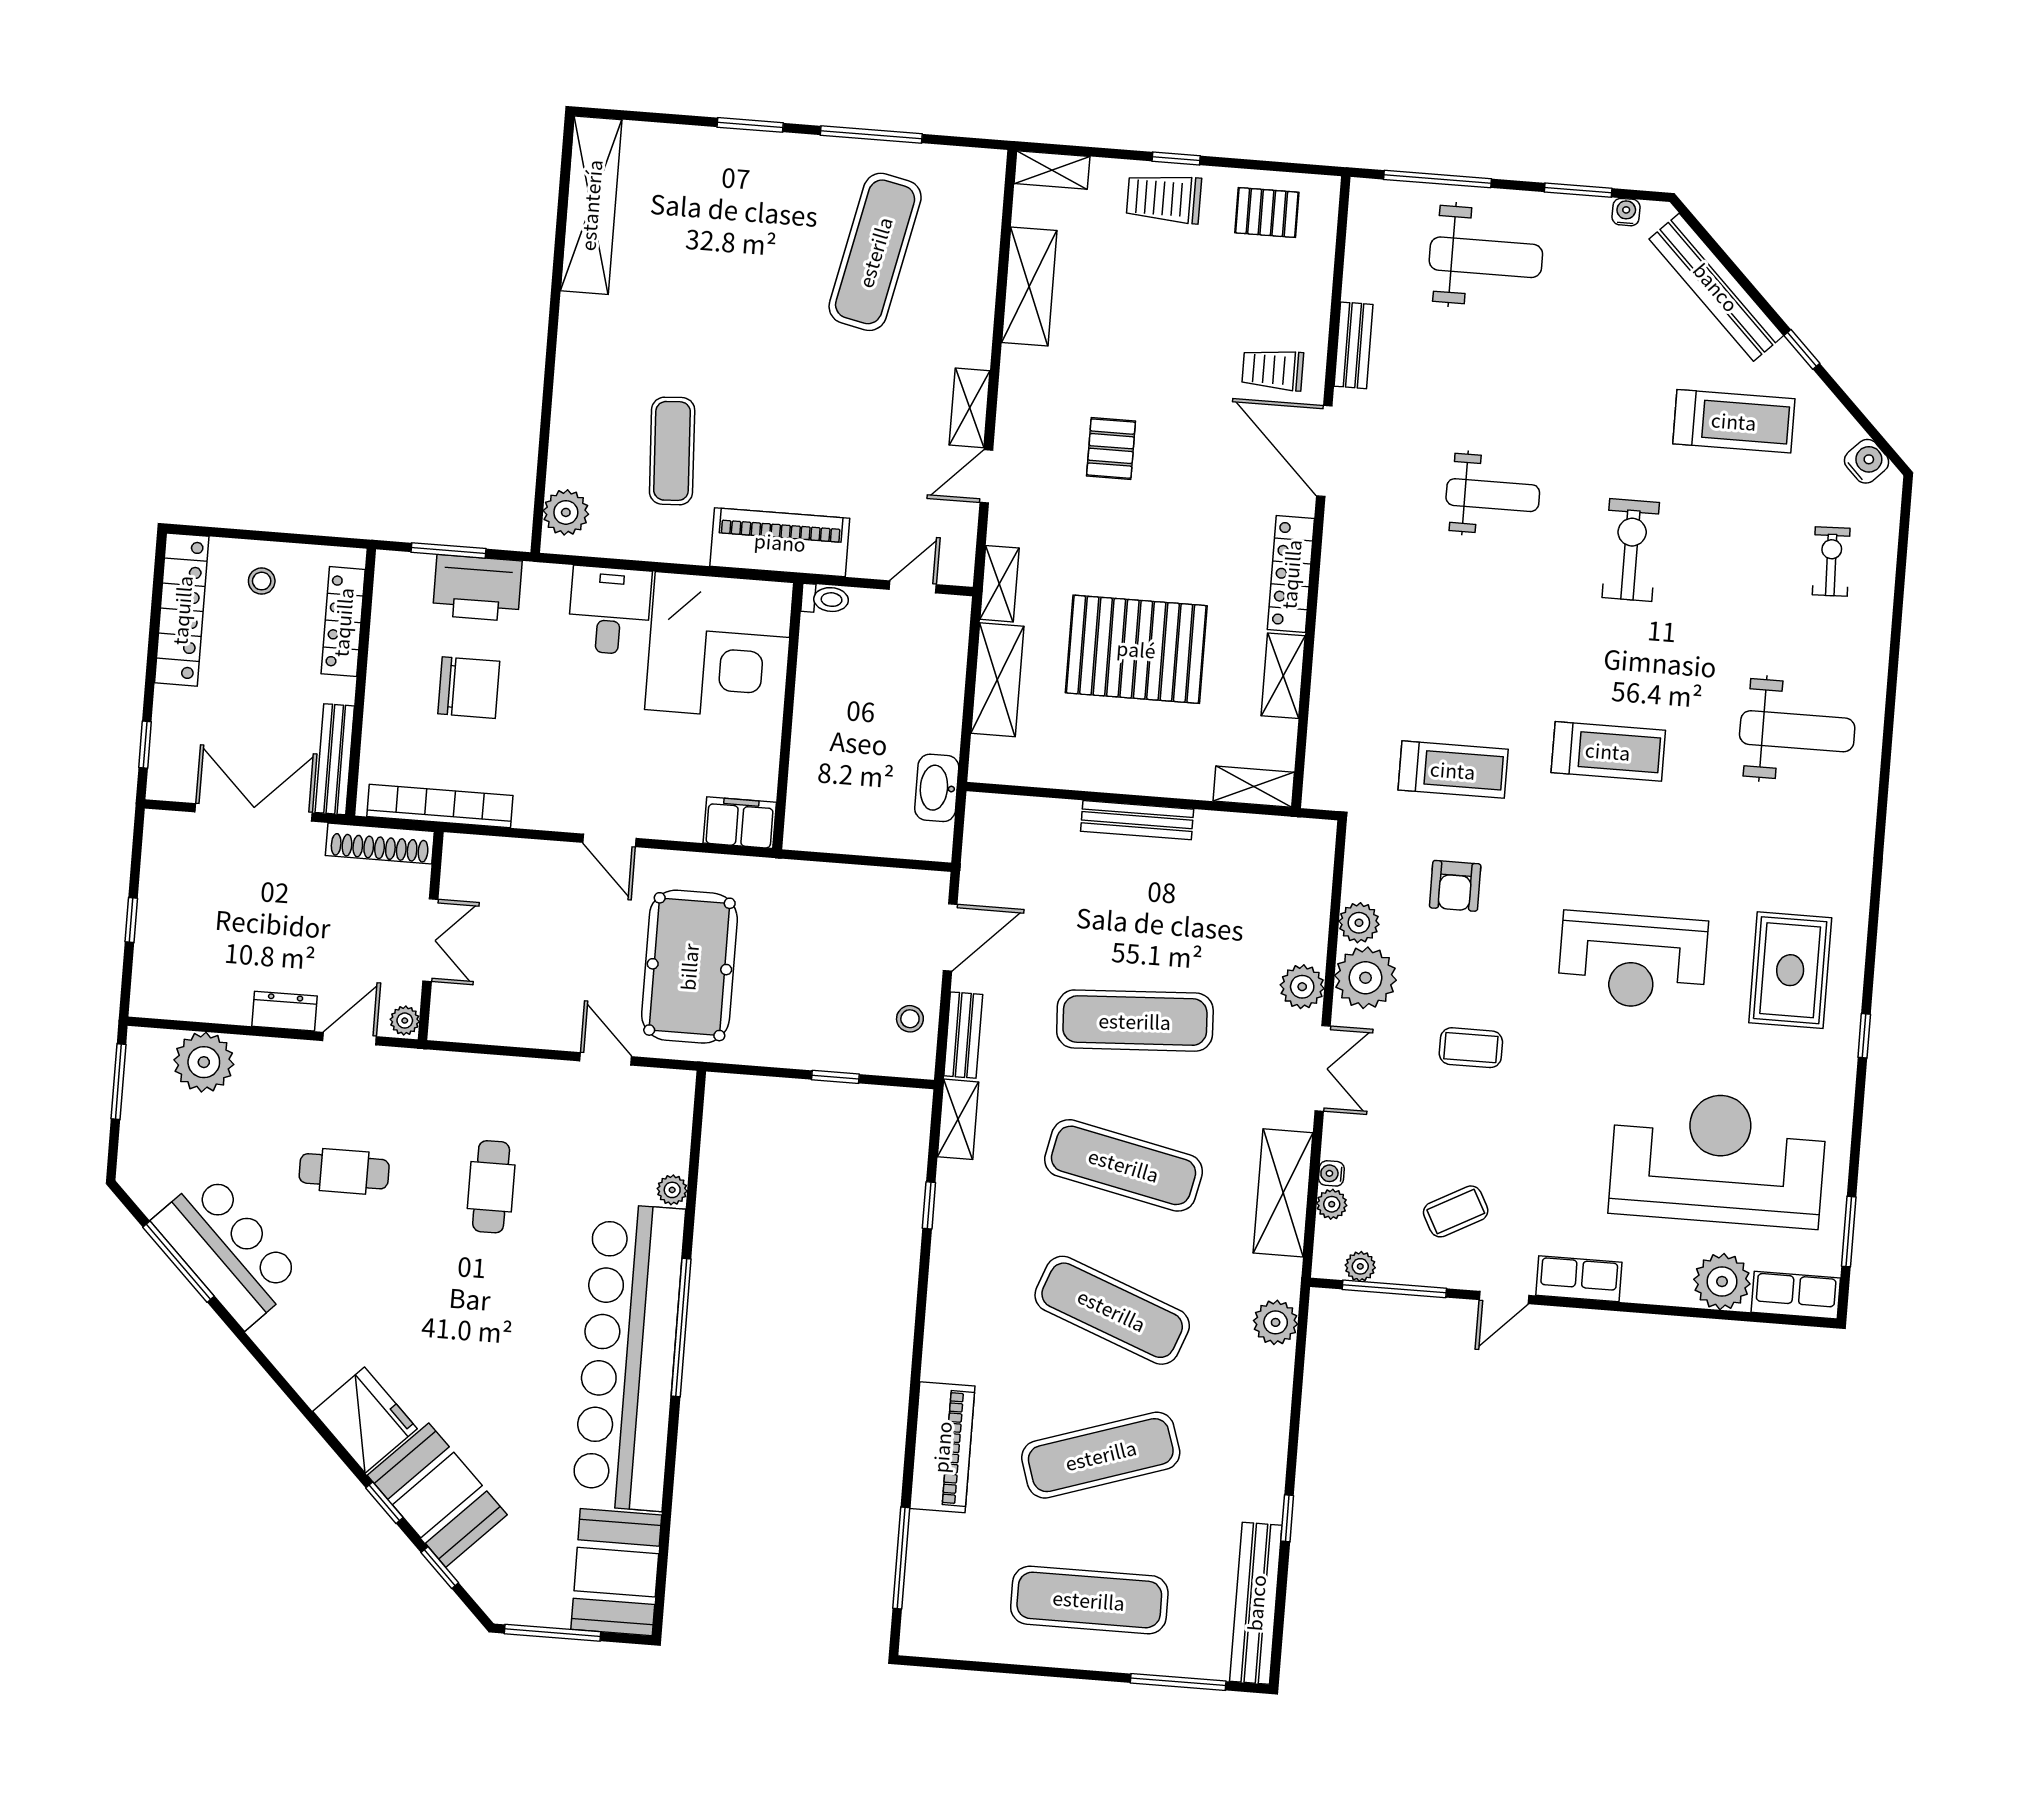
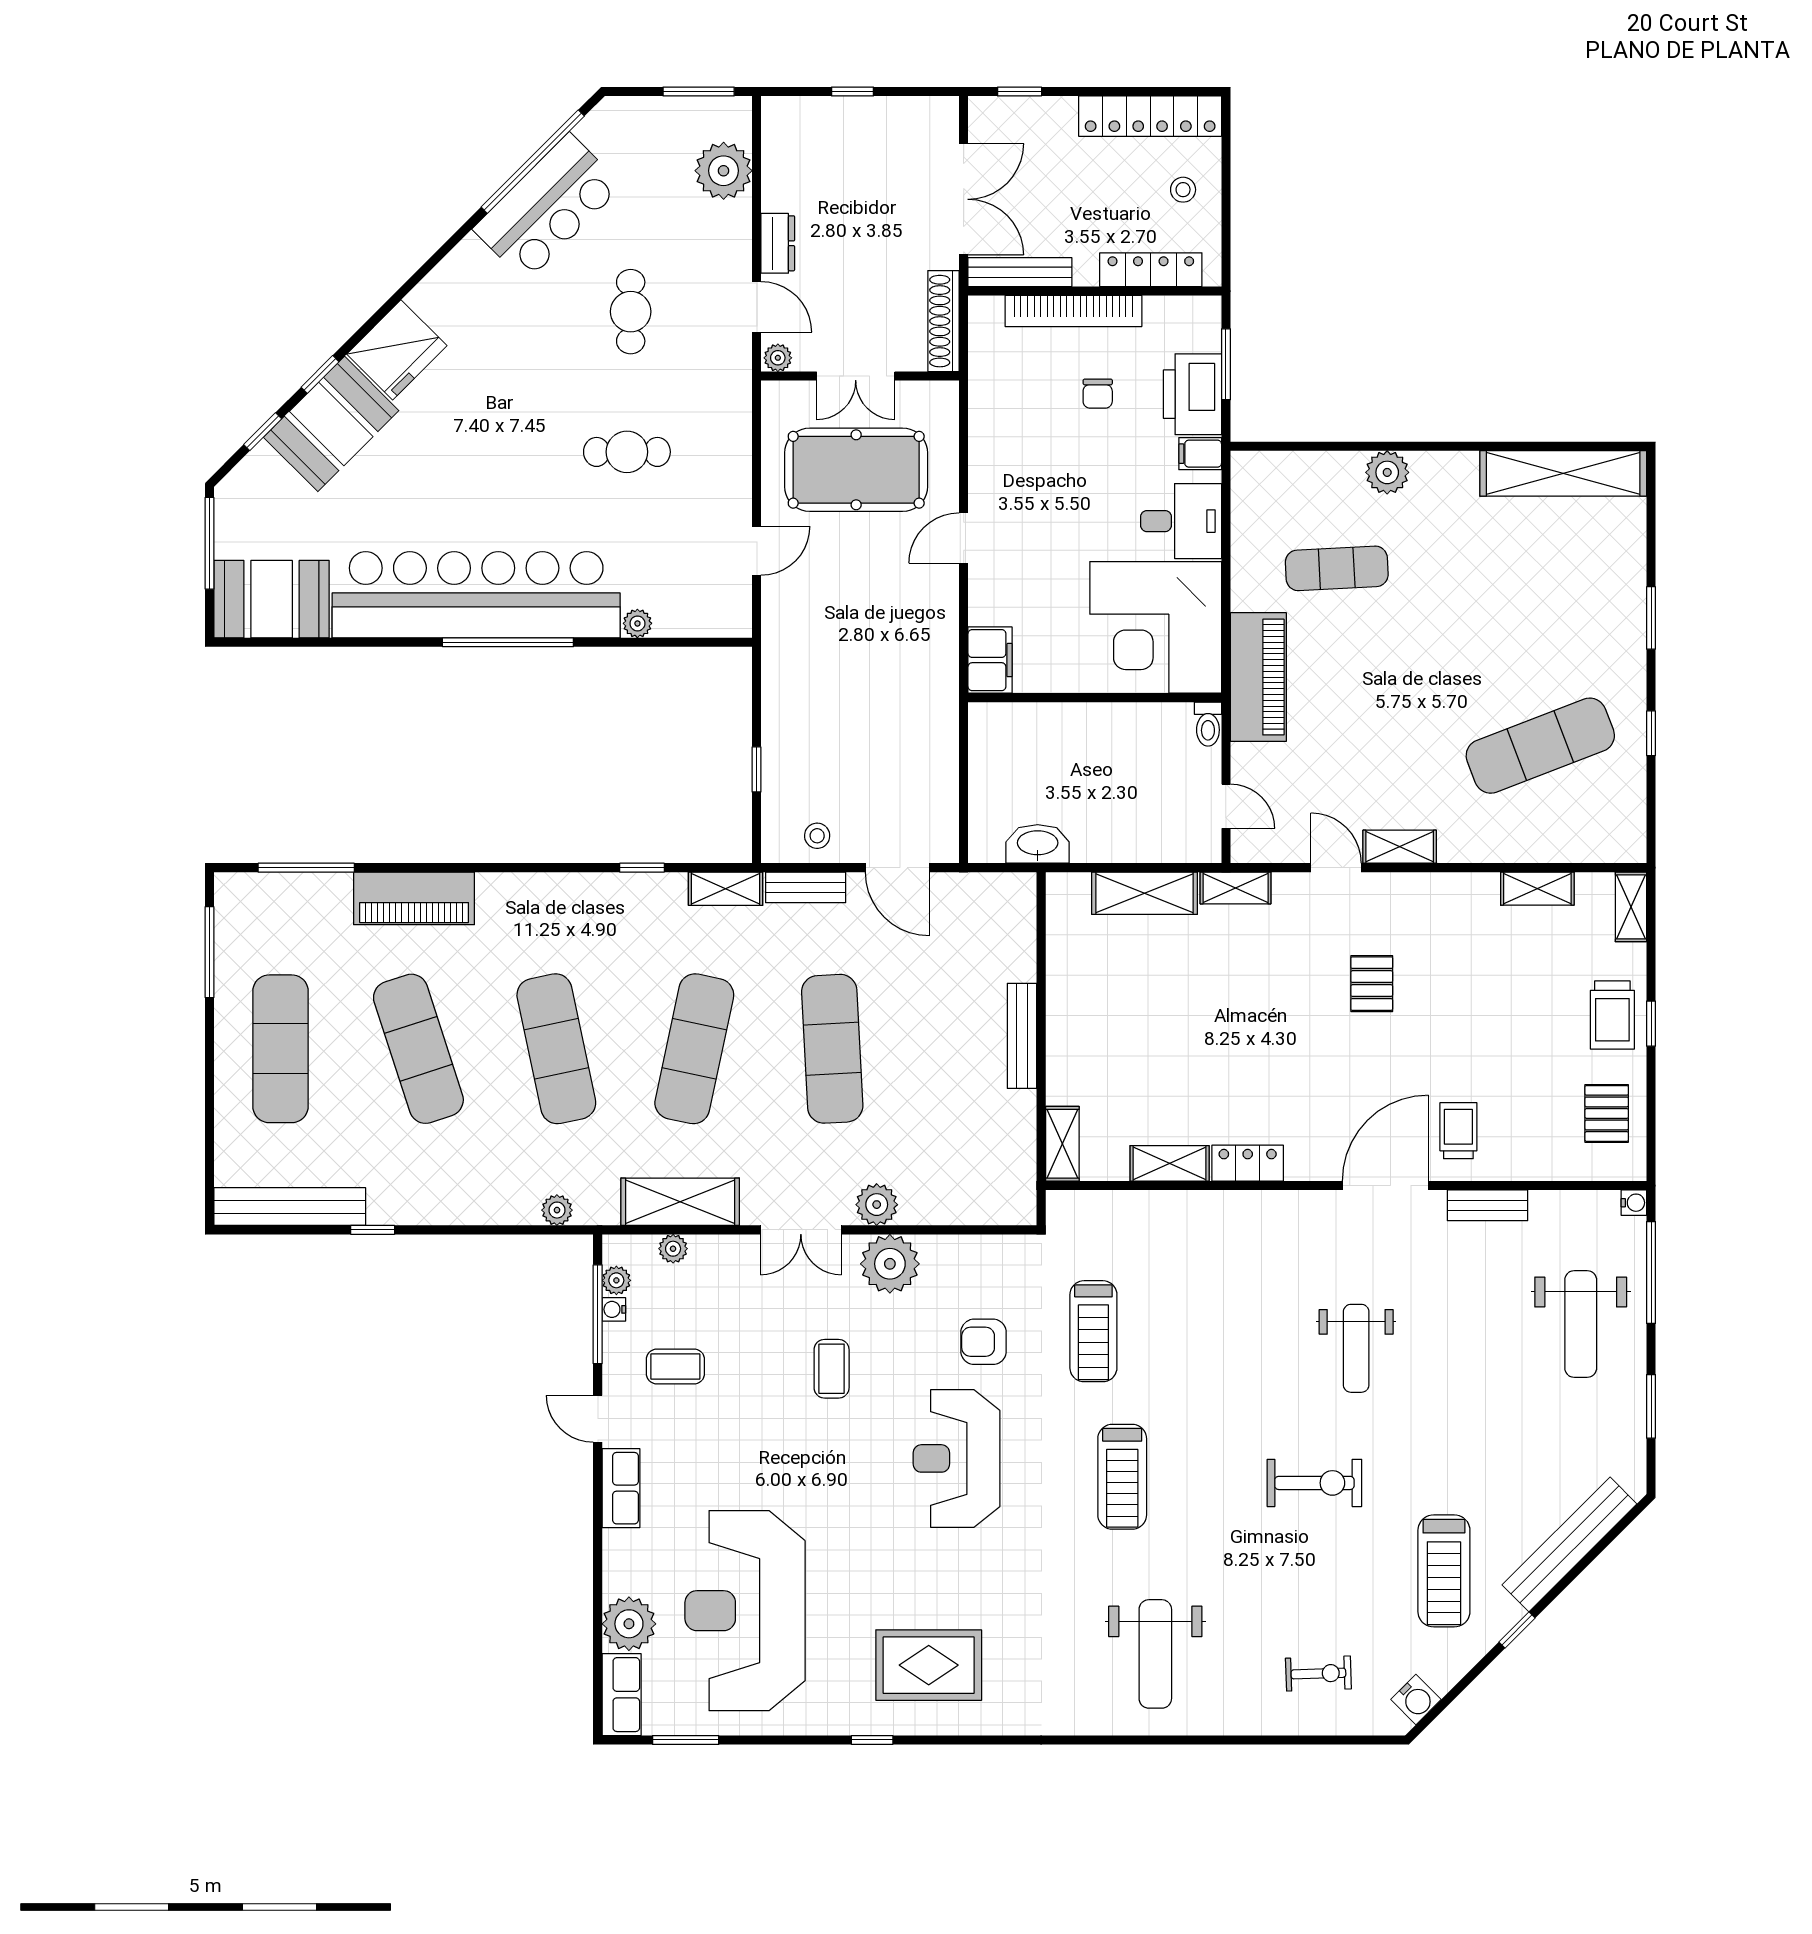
window: (871, 135) -> (1651, 733), width x0.46
trolley: (1164, 198) -> (1612, 1015), turned 180
water cooler: (1626, 212) -> (1634, 1203), moved
exercise mat: (875, 252) -> (1540, 746), turned -33
shelving: (1029, 287) -> (1537, 889), width x0.67, depth x0.75
pallet: (1111, 449) -> (1372, 984), turned 90
plant: (566, 512) -> (1387, 472), moved
locker: (1291, 574) -> (1248, 1163), width x0.66
filing cabinet: (540, 585) -> (1200, 454), added
pallet: (1136, 649) -> (1184, 1022), removed
chair: (469, 688) -> (1098, 394), width x0.54, depth x0.54
bookcase: (440, 806) -> (1073, 311), moved, turned 90
plant: (1359, 923) -> (941, 1253), removed
reception desk: (1633, 961) -> (957, 1458), moved
pool table: (689, 967) -> (856, 470), moved
reception desk: (1718, 1158) -> (745, 1611), turned 180
water cooler: (1331, 1173) -> (614, 1309), moved, turned -90
coffee table: (1456, 1211) -> (675, 1367), turned -62
window: (178, 1262) -> (533, 162), width x1.46
exercise mat: (1112, 1310) -> (556, 1049), turned -33
plant: (1276, 1322) -> (557, 1210), width x0.73, depth x0.73
window: (1178, 1682) -> (209, 952), moved

